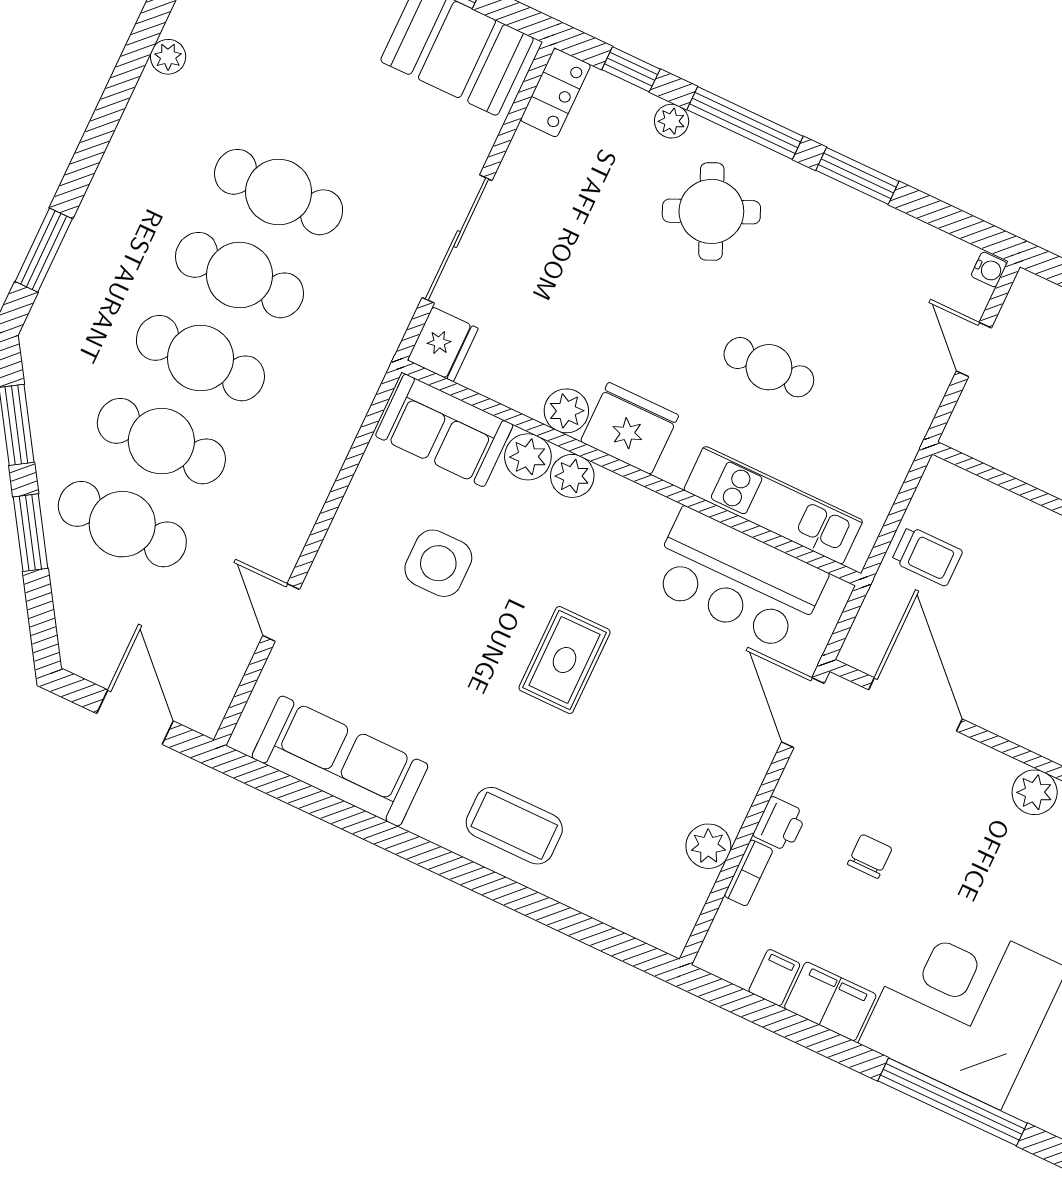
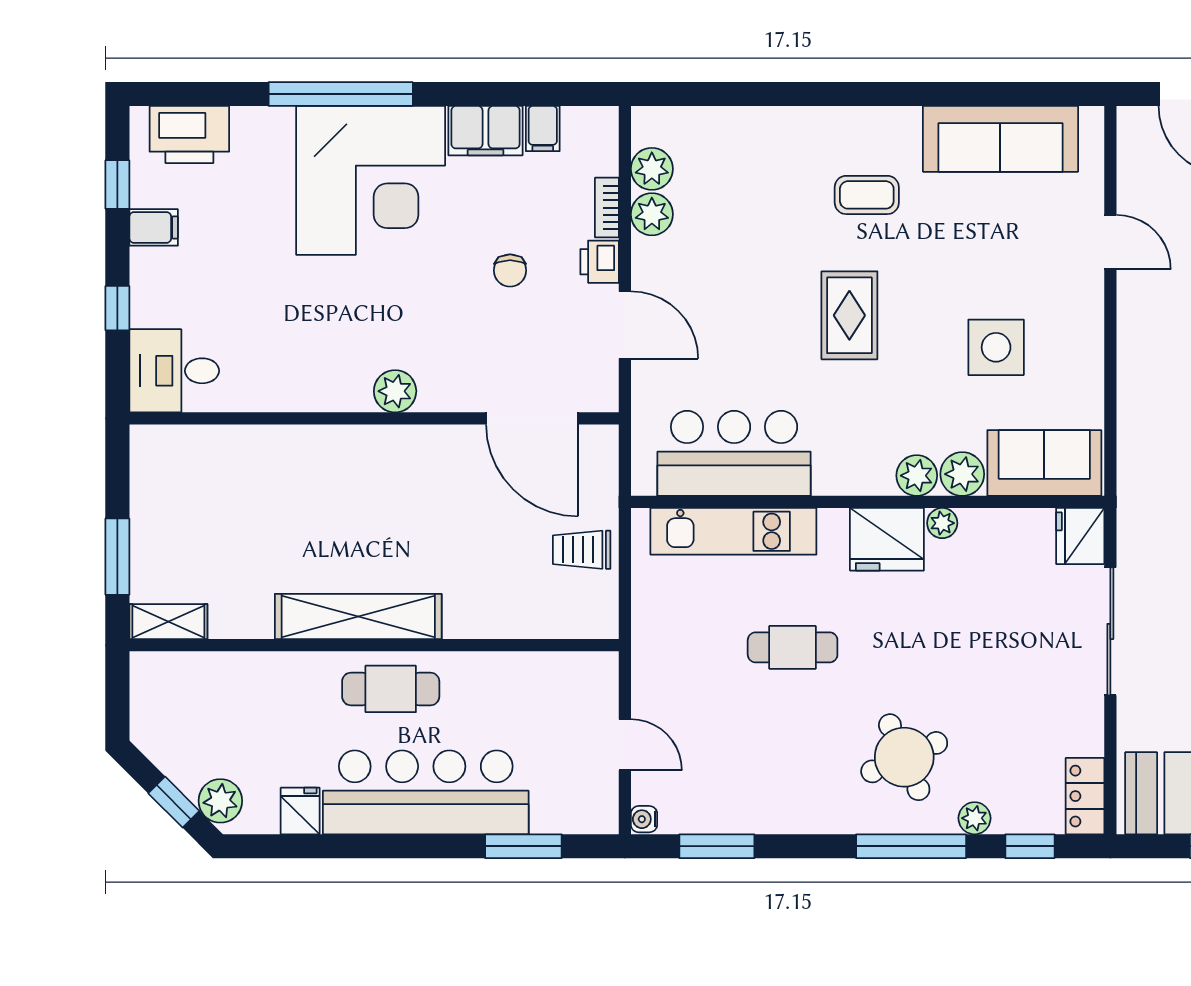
window: (857, 176) -> (717, 846), moved
plant: (566, 411) -> (942, 523), width x0.73, depth x0.73
door: (803, 713) -> (625, 325), moved
coffee table: (514, 826) -> (867, 195), moved, width x0.73, depth x0.77
plant: (688, 890) -> (652, 169), added

